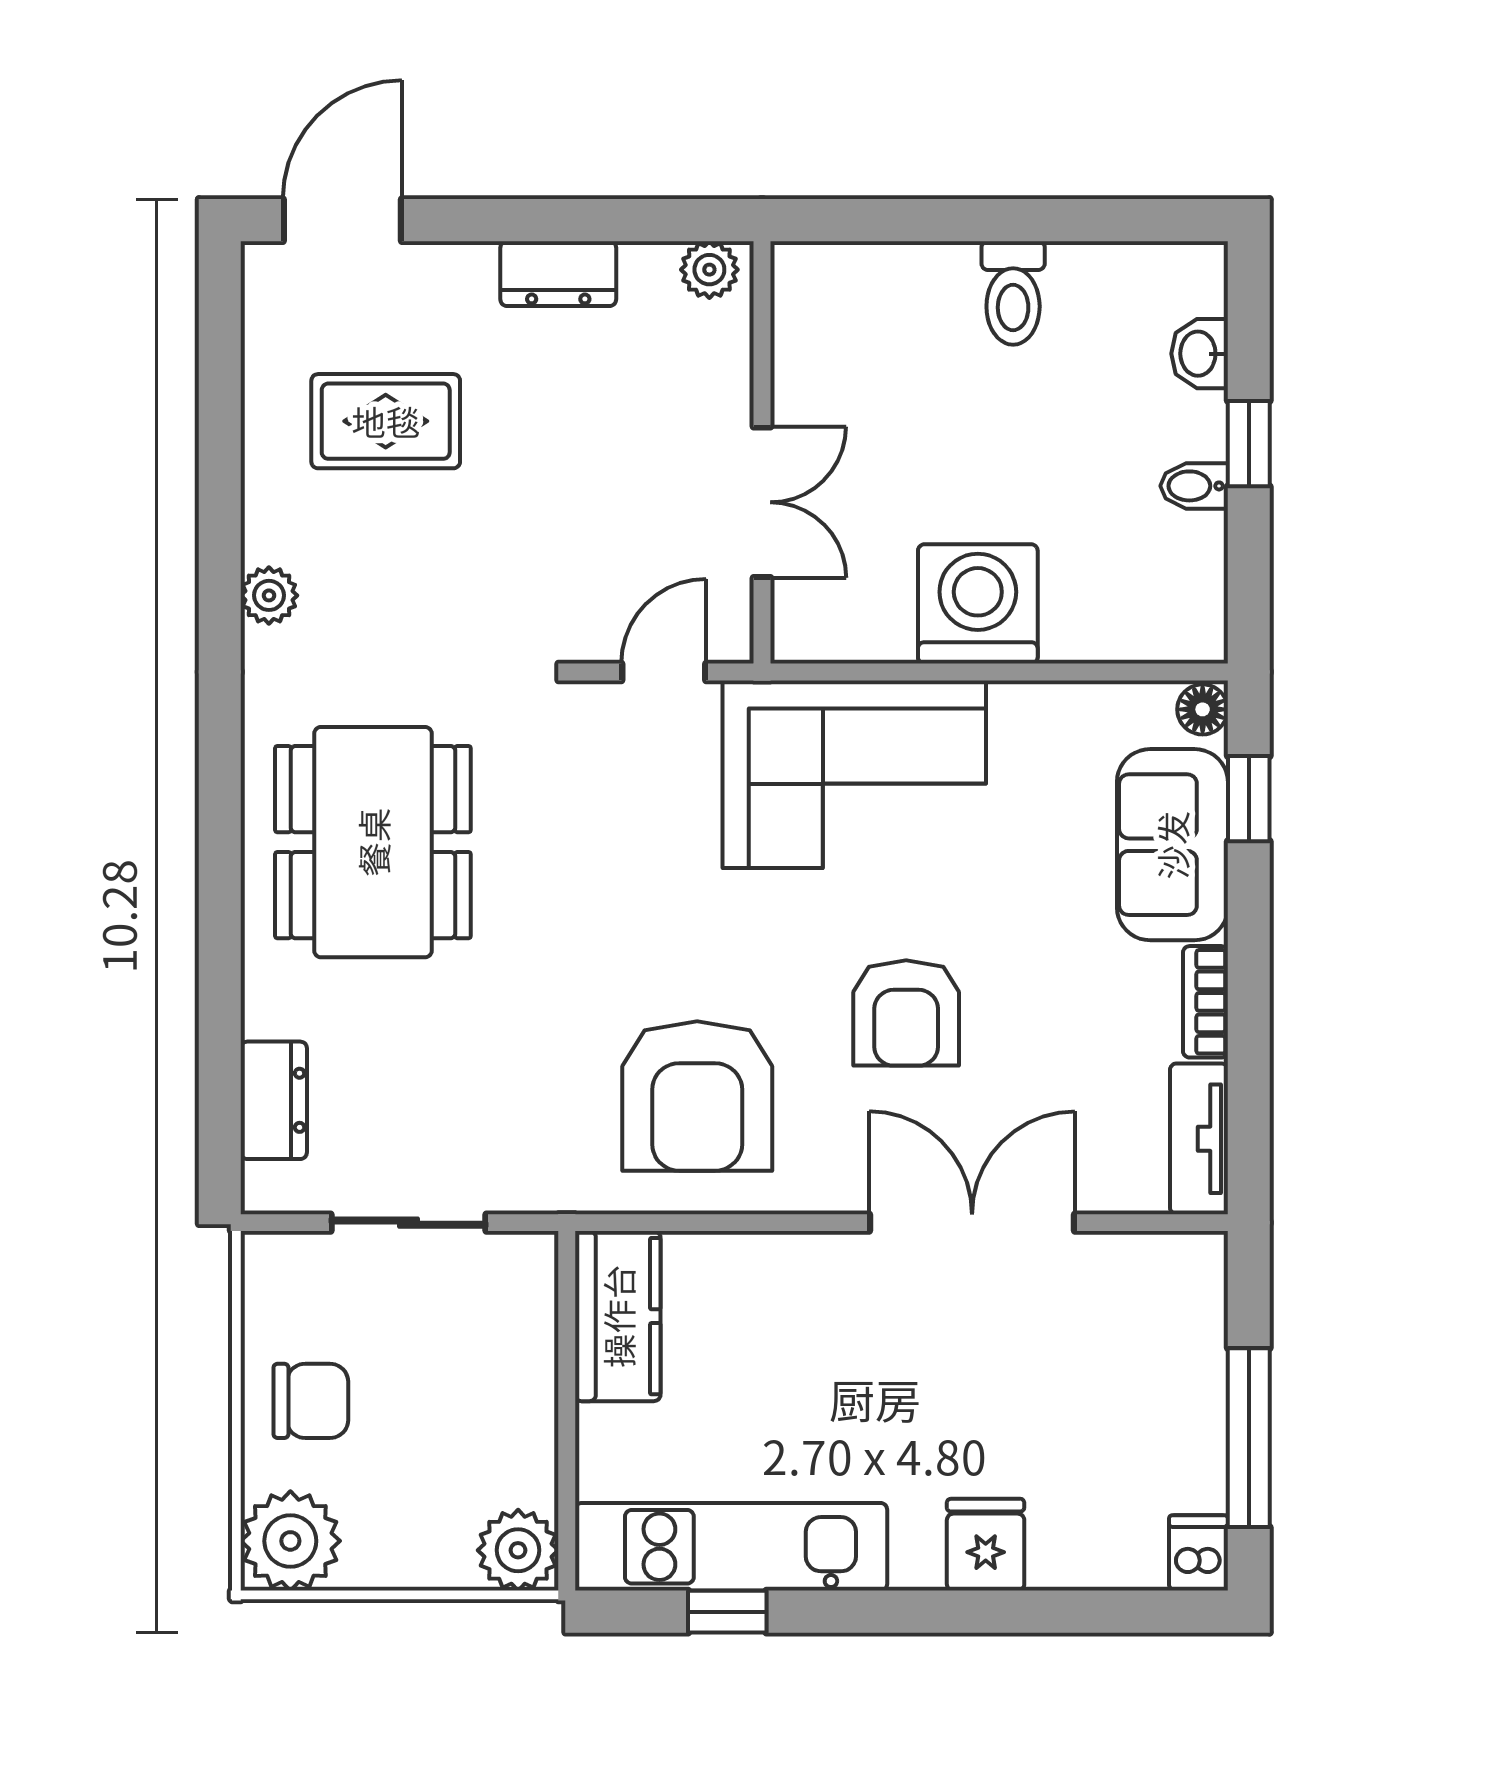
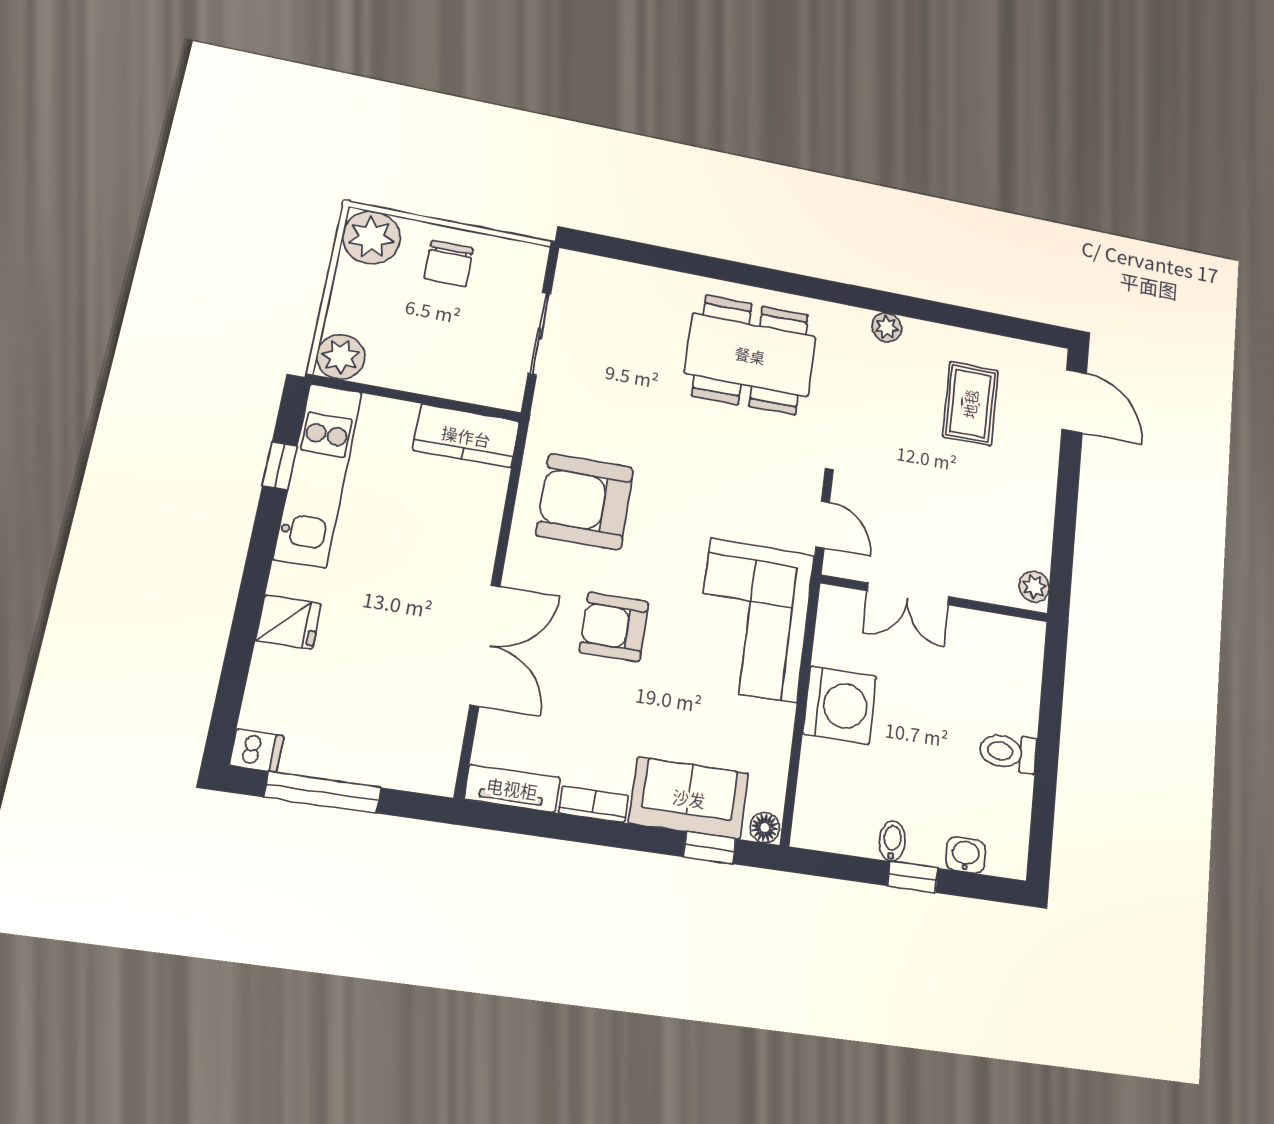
dresser: (558, 274) -> (1038, 506), removed
dresser: (274, 1100) -> (619, 277), removed

